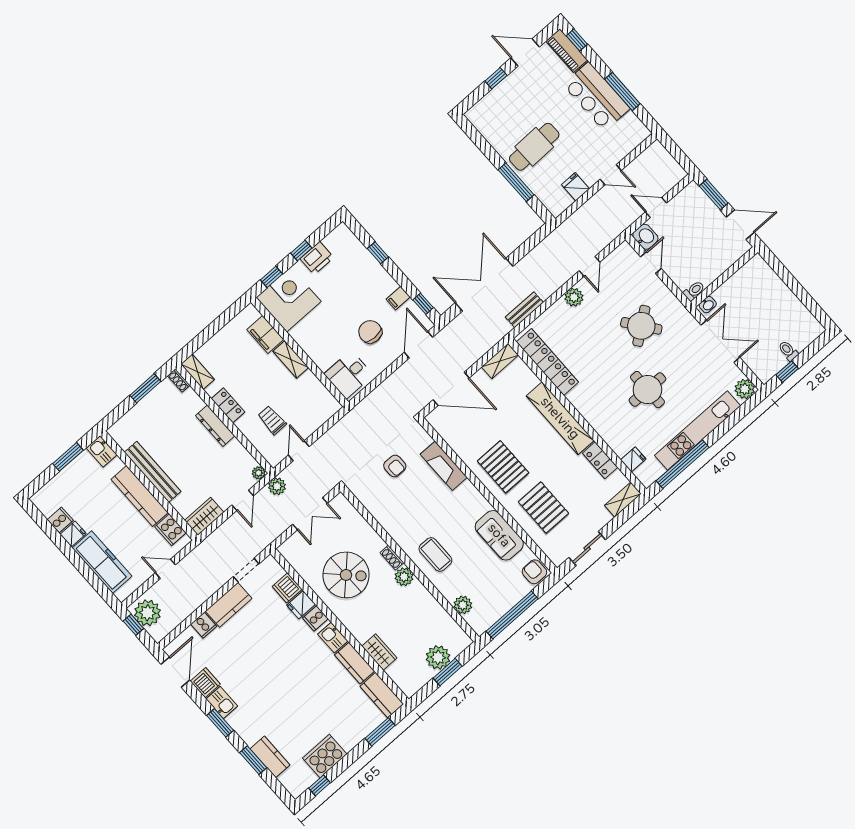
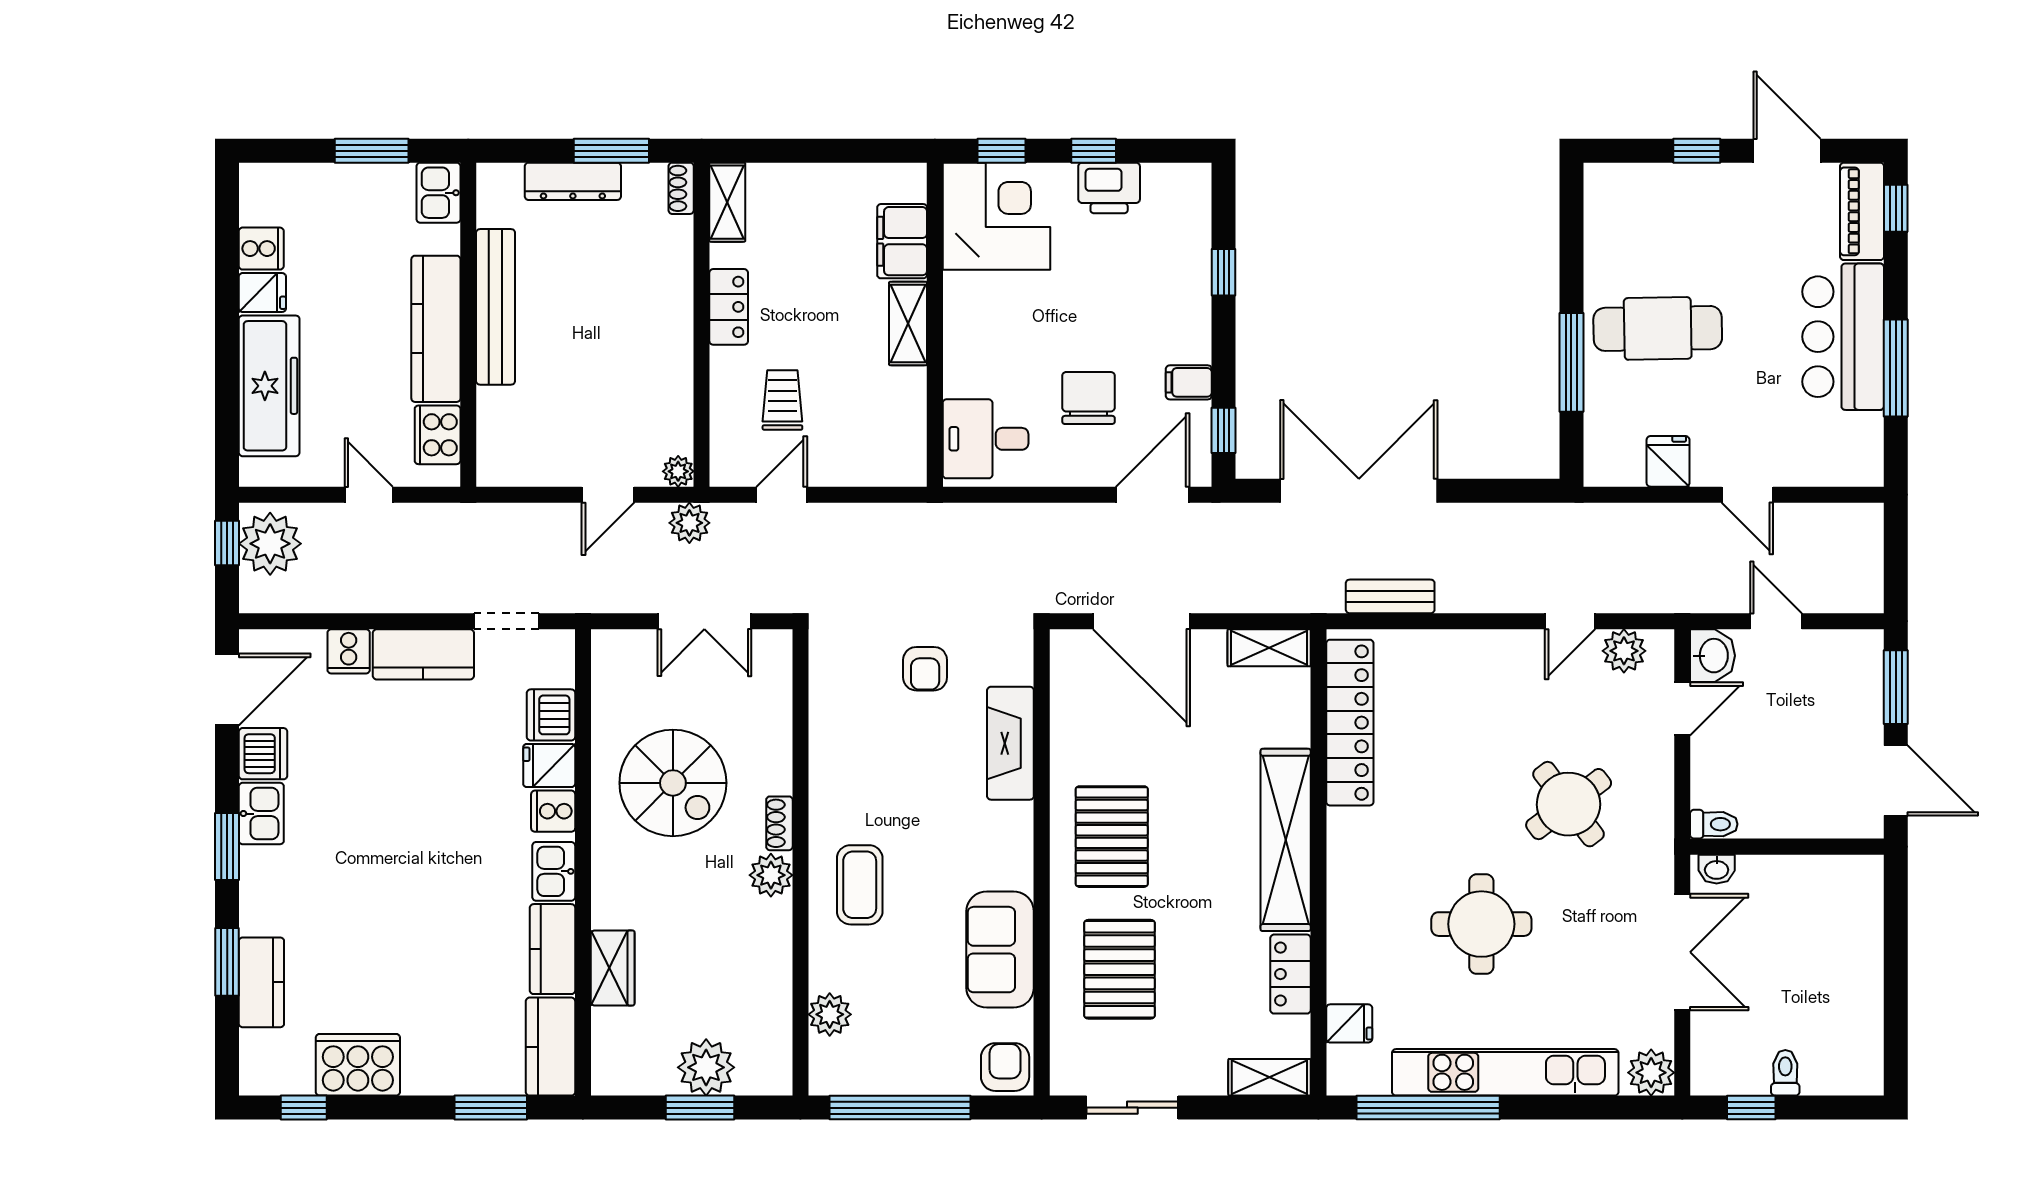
plant: (574, 297) -> (1624, 651), moved
dresser: (215, 426) -> (573, 181), moved, turned -90
wardrobe: (204, 516) -> (517, 463), removed

